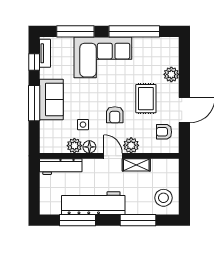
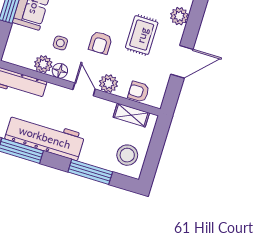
armchair: (164, 132) -> (139, 92), moved
shelving: (136, 165) -> (131, 115), moved

